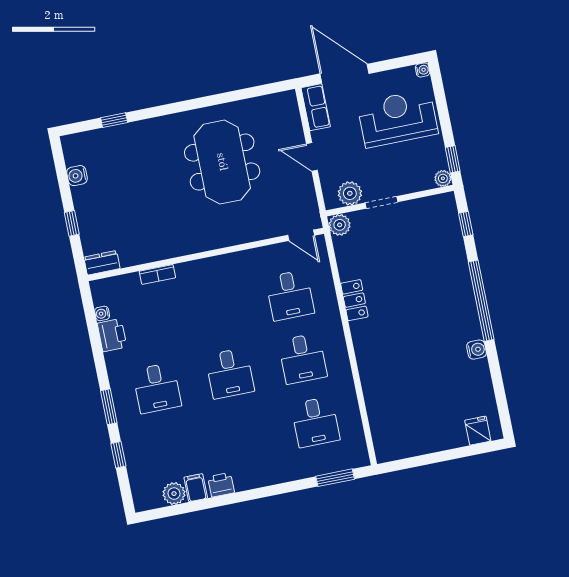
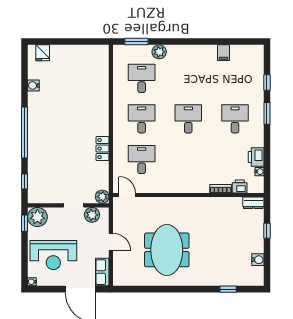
plant: (443, 178) -> (37, 217), width x1.87, depth x1.87
water cooler: (477, 350) -> (33, 86), moved
printer: (221, 485) -> (240, 186), moved, turned 180
plant: (174, 494) -> (159, 52), moved

